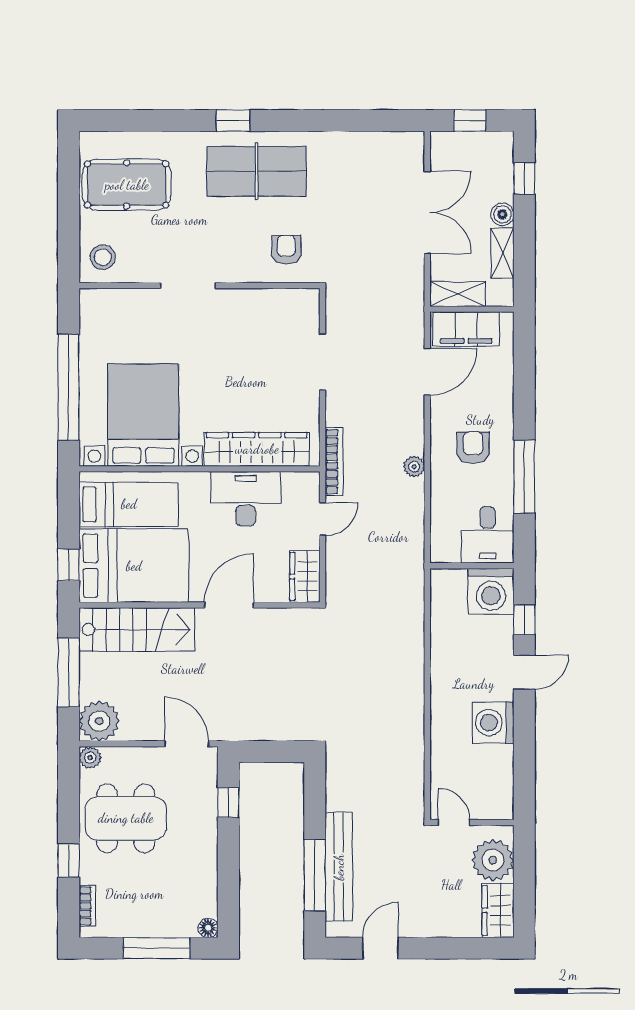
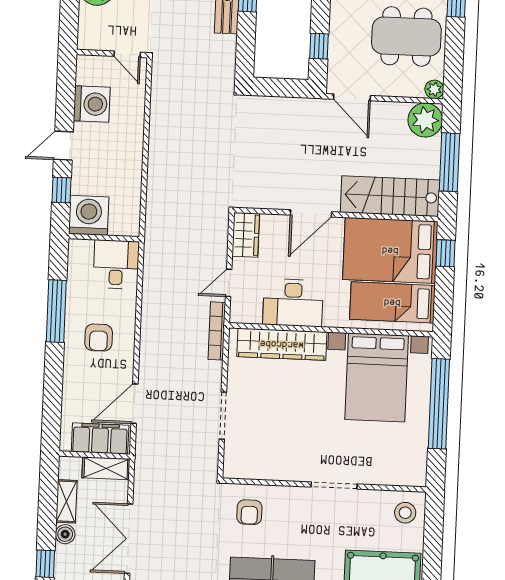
plant: (414, 467) -> (149, 324), removed
desk: (488, 535) -> (116, 264), moved
door: (454, 822) -> (127, 54), moved
wall: (472, 822) -> (112, 54), moved

